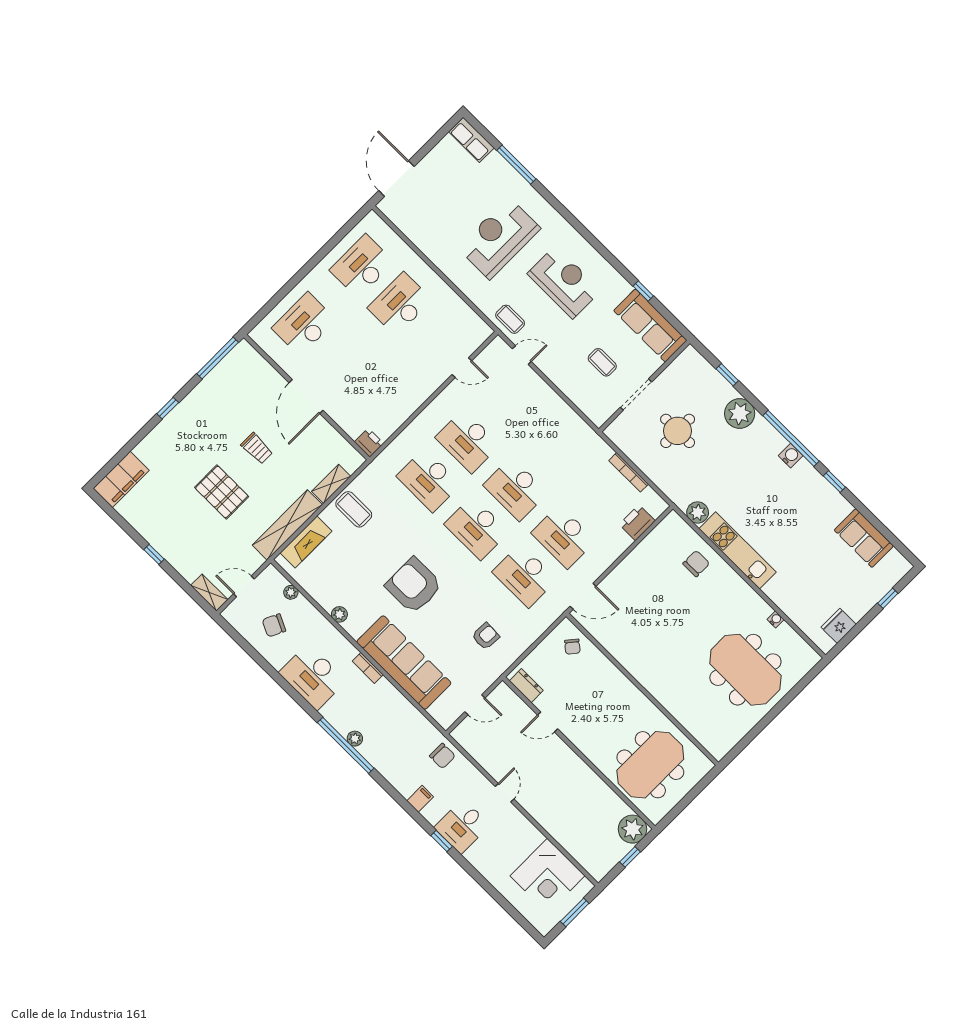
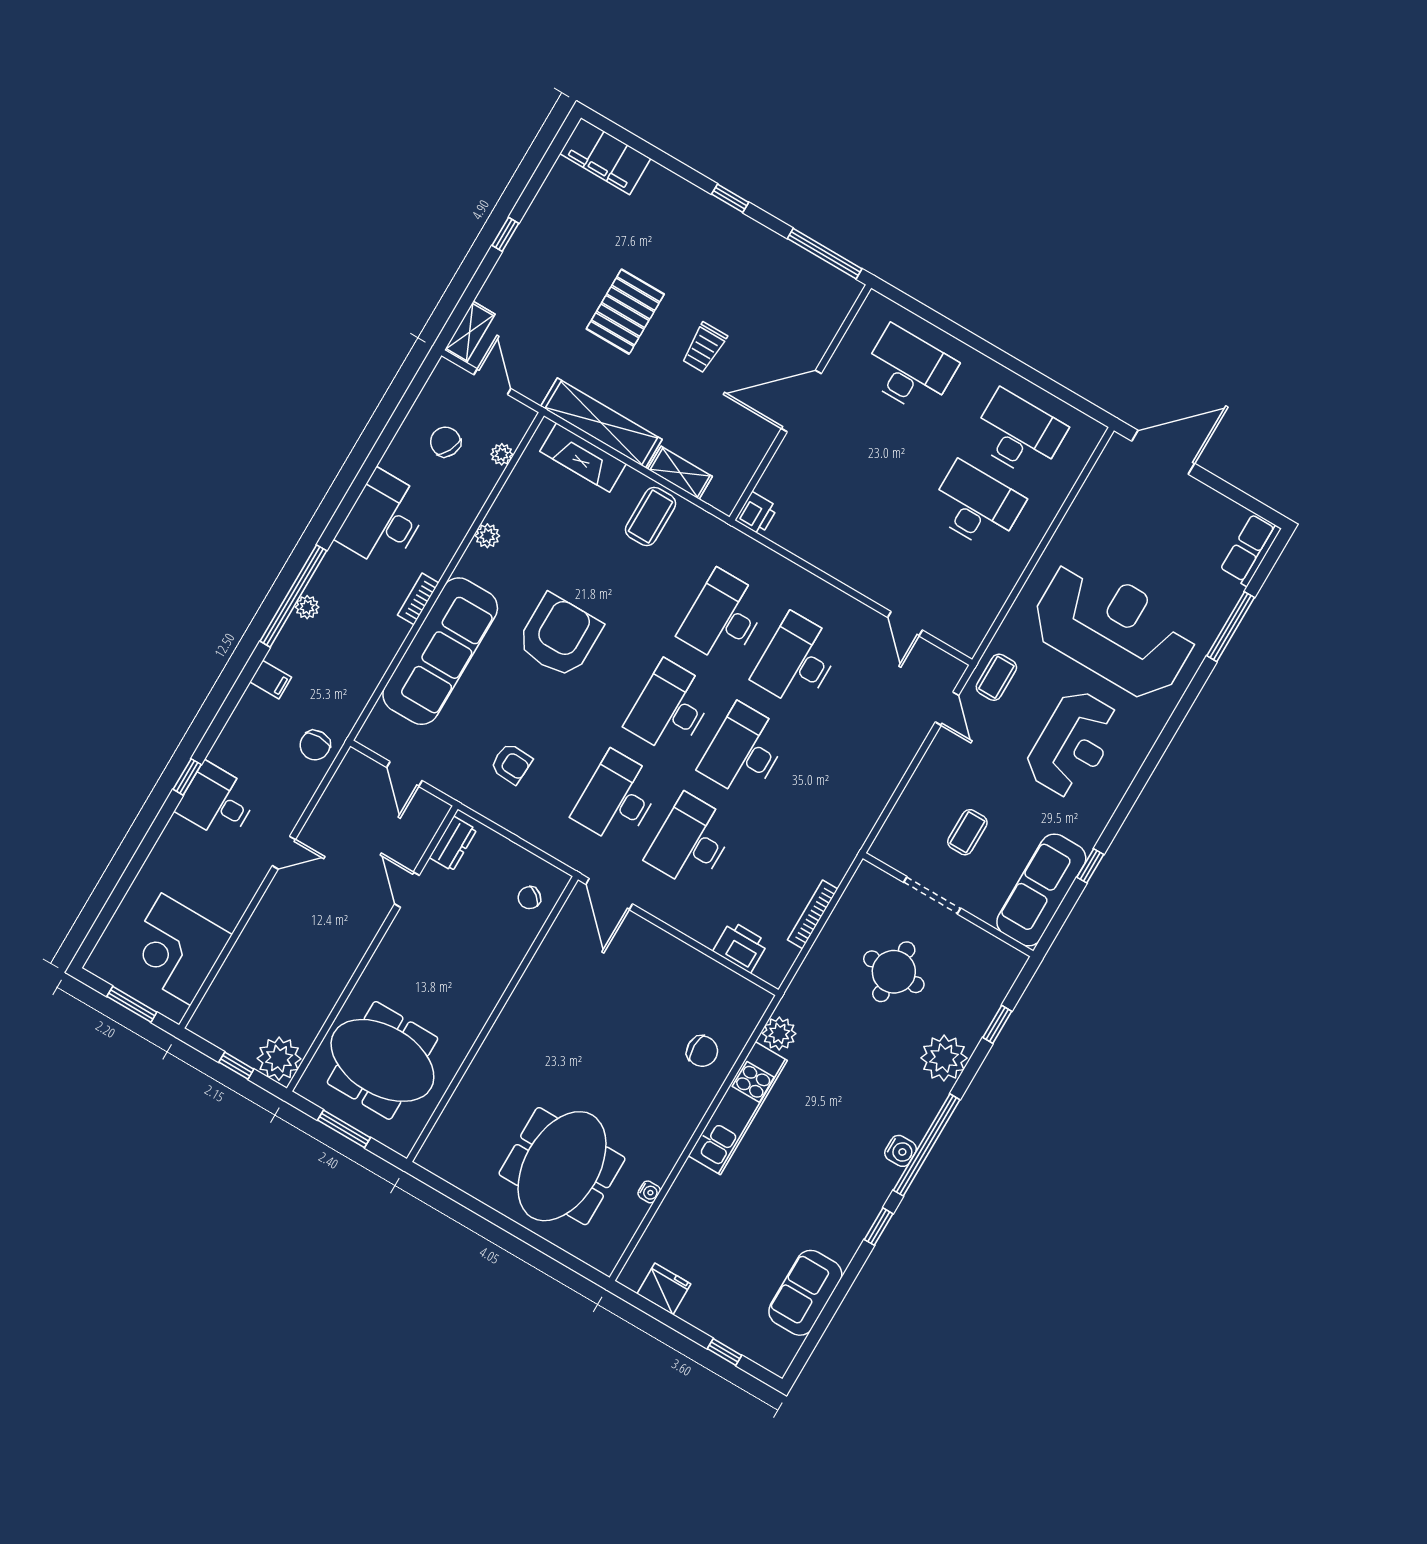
reception desk: (499, 238) -> (1114, 629), width x1.36, depth x1.30
filing cabinet: (420, 799) -> (271, 680), moved
window: (687, 800) -> (344, 1129), added

